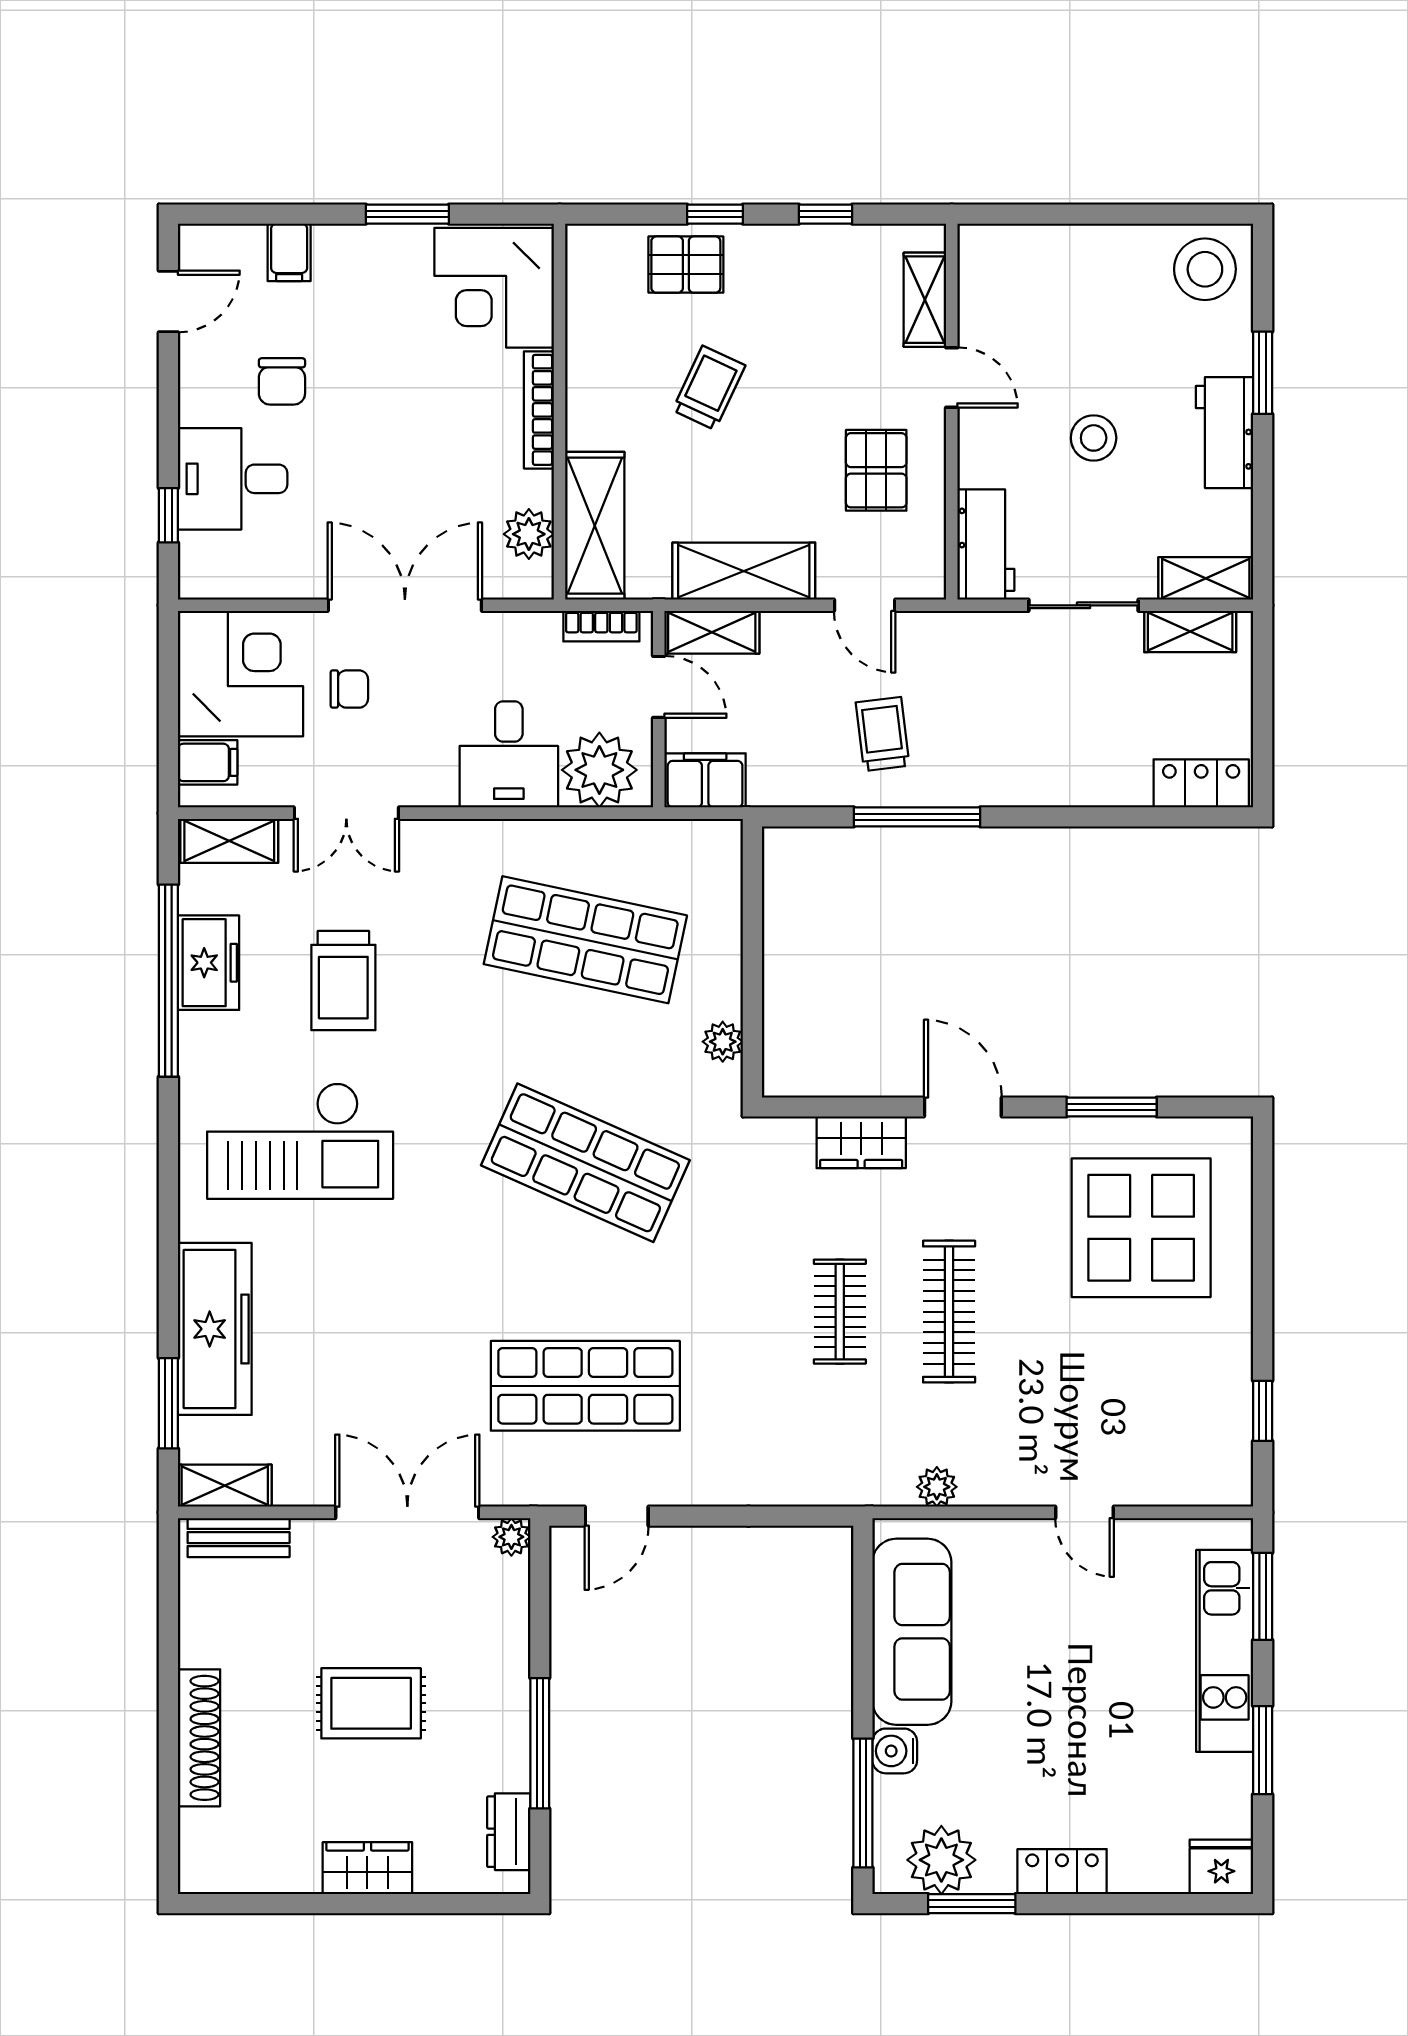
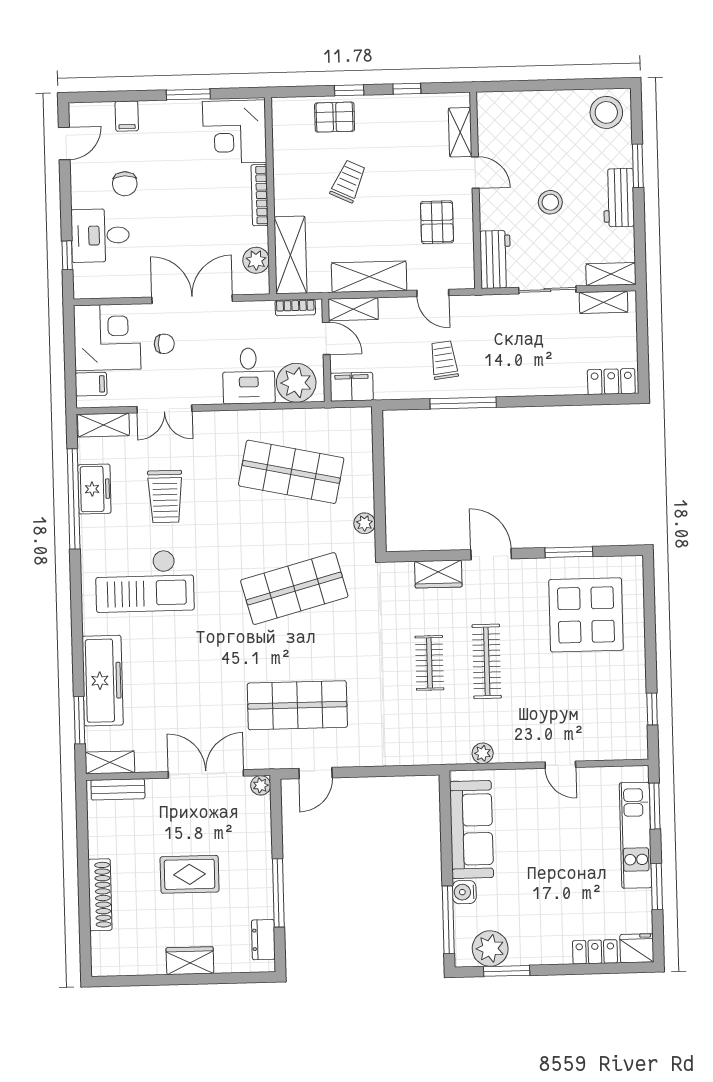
shop shelf: (585, 1163) -> (294, 589), turned -39
locker: (1062, 1872) -> (595, 952), moved

